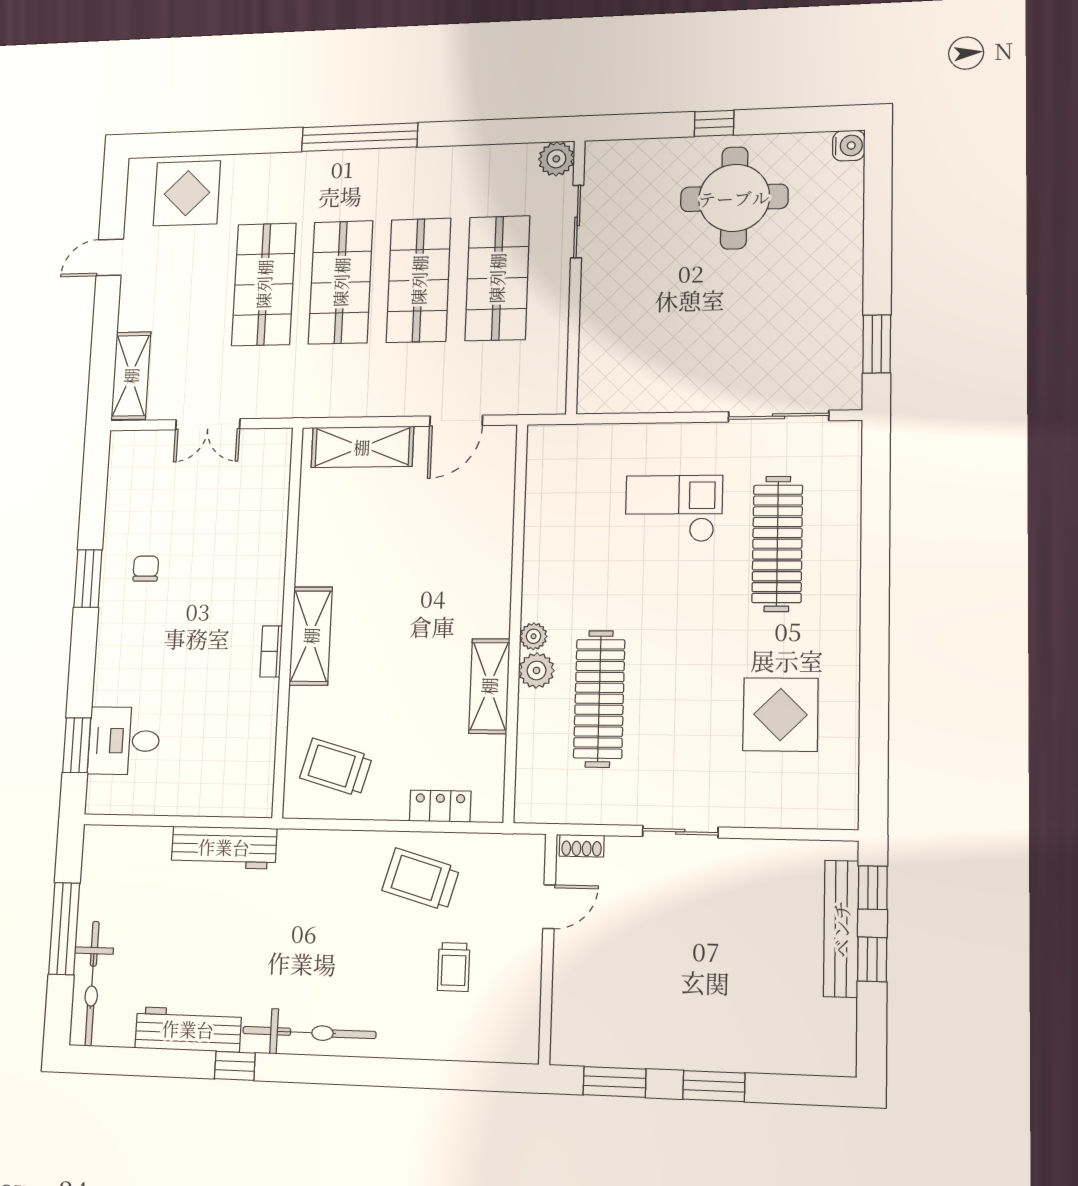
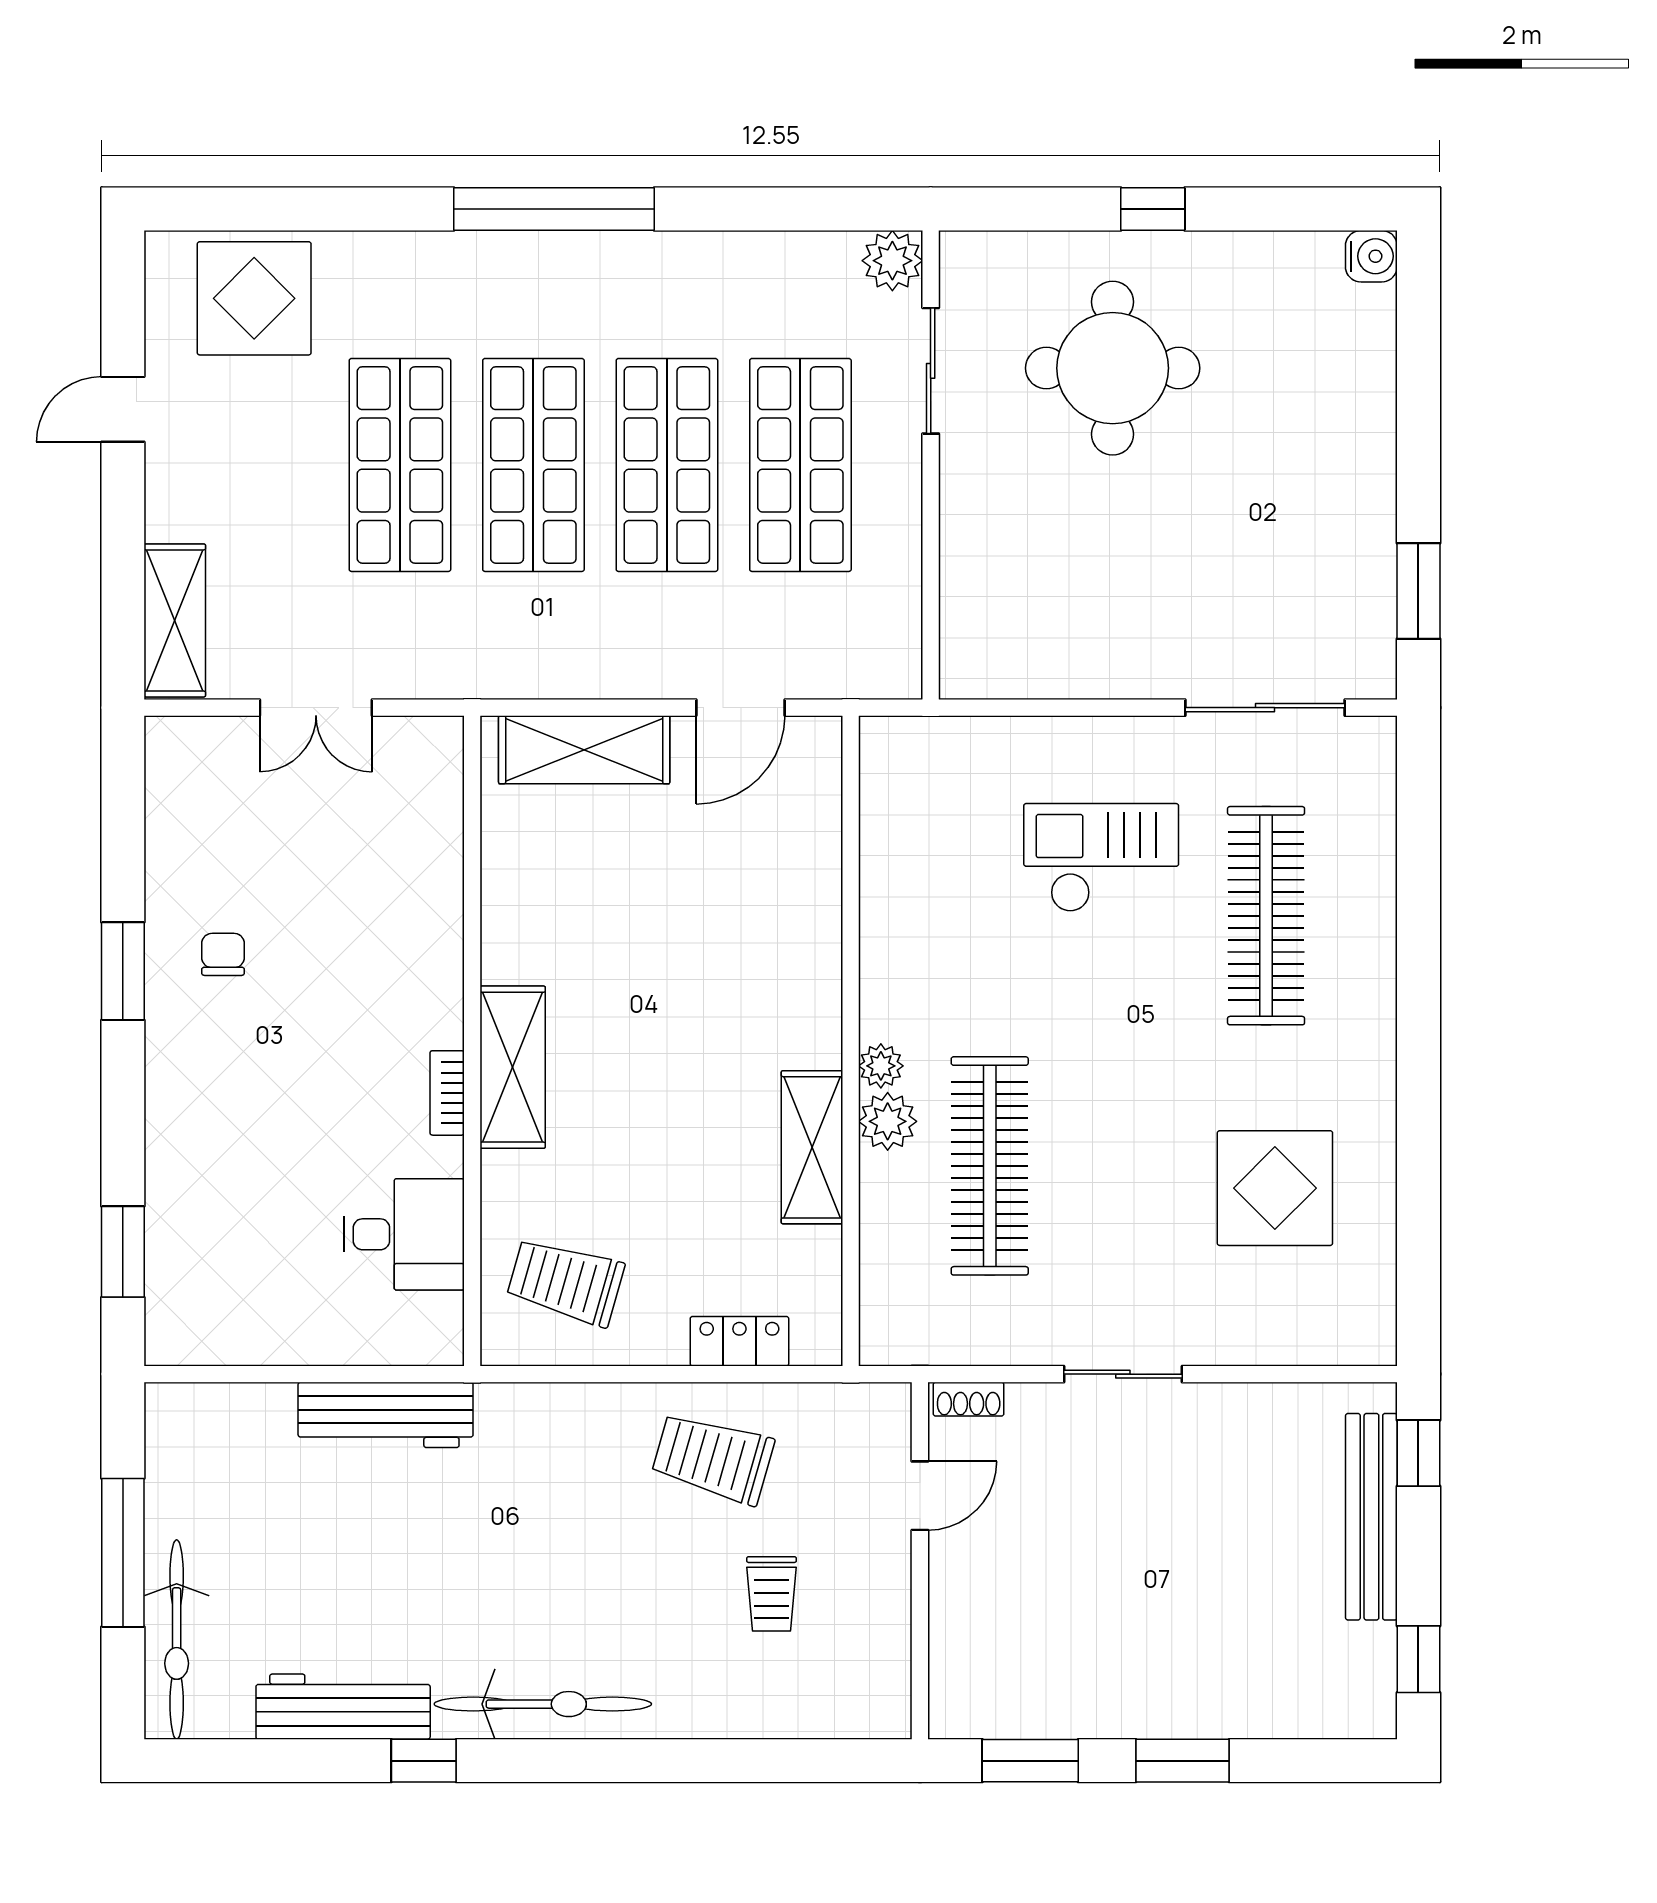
round table: (734, 198) -> (1113, 368), moved
desk: (124, 741) -> (404, 1234), moved, turned 180
window: (872, 959) -> (1418, 1659), moved

